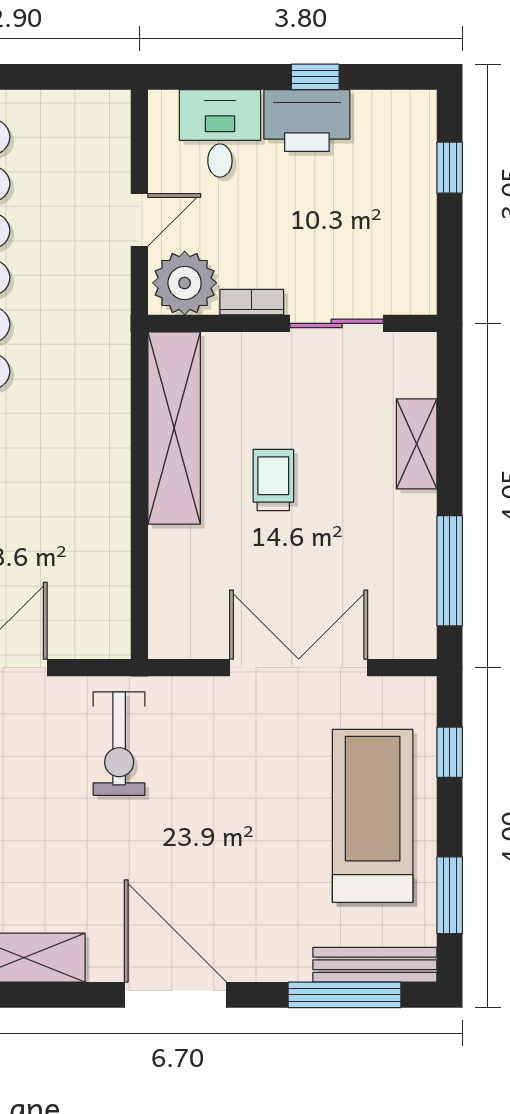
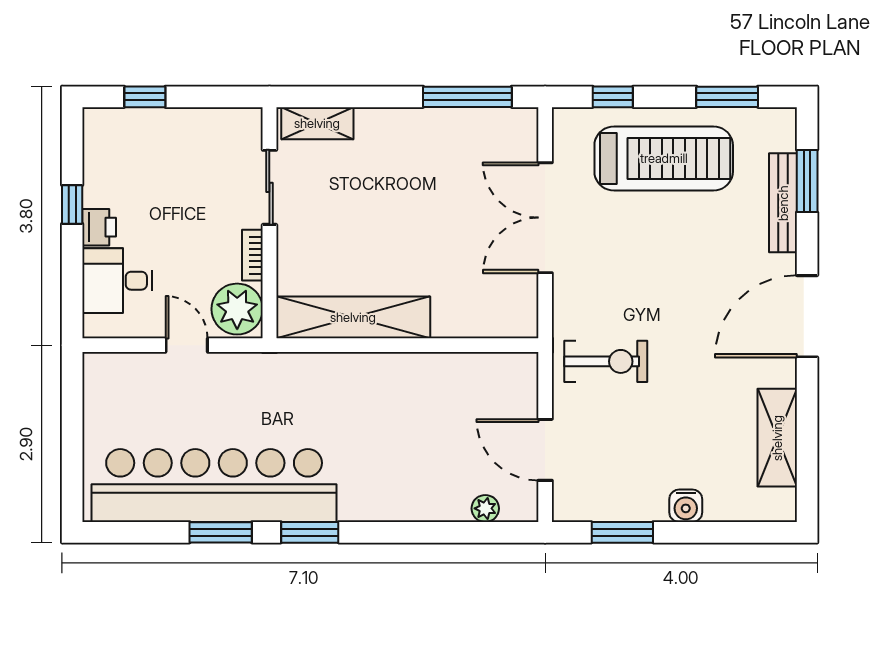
printer: (307, 121) -> (99, 227), width x0.53, depth x0.68
shelving: (417, 444) -> (317, 123), moved
trolley: (273, 480) -> (395, 238), removed
treadmill: (373, 816) -> (664, 158), turned 180
bench: (375, 965) -> (783, 203), moved
window: (344, 995) -> (807, 181), width x0.69

